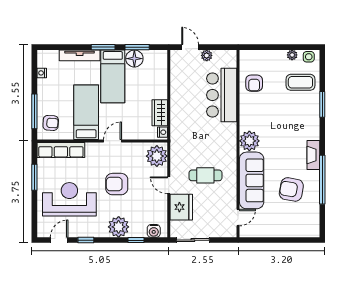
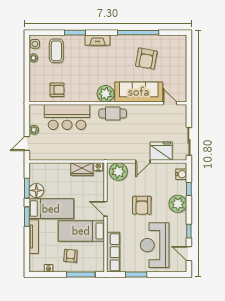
armchair: (51, 123) -> (71, 256), moved
fireplace: (313, 155) -> (98, 40), moved
cafe table: (205, 175) -> (113, 113), moved, turned 90

